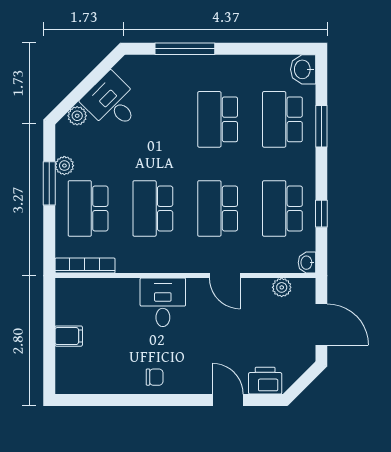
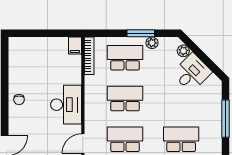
desk: (163, 302) -> (66, 105), width x1.37
filing cabinet: (69, 336) -> (75, 45), moved

